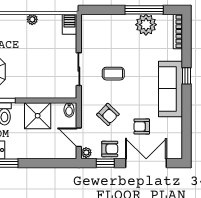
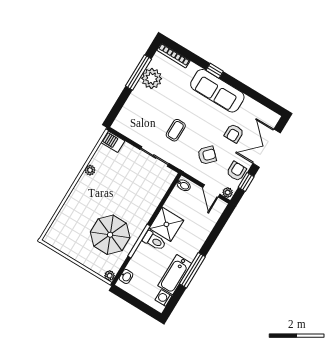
shower: (38, 116) -> (166, 224), moved
door: (79, 137) -> (211, 191), hinge flipped

